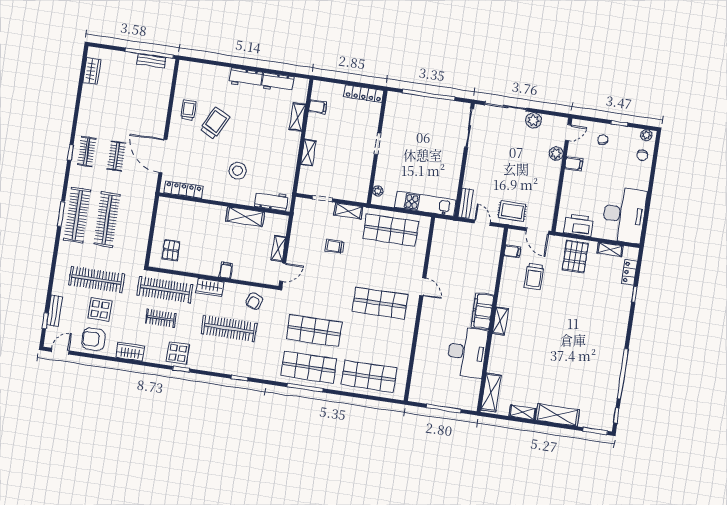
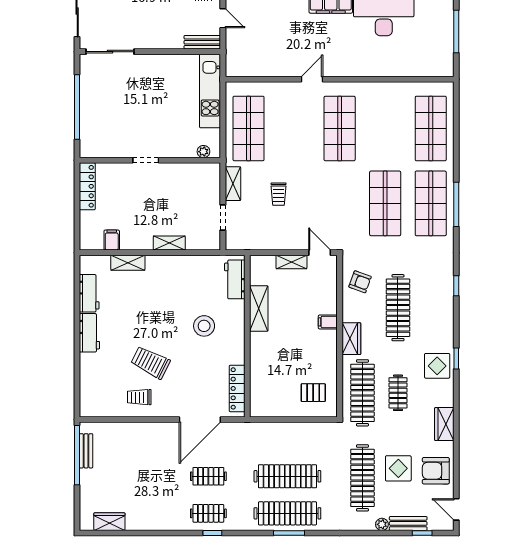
door: (482, 223) -> (223, 18), swing flipped
plant: (57, 290) -> (382, 524), added
armchair: (94, 339) -> (436, 471), turned 90

